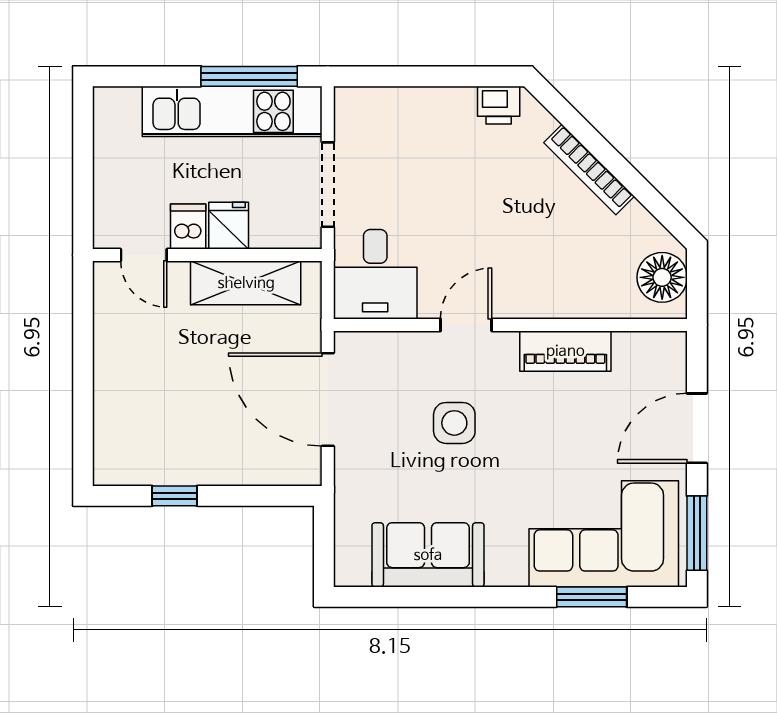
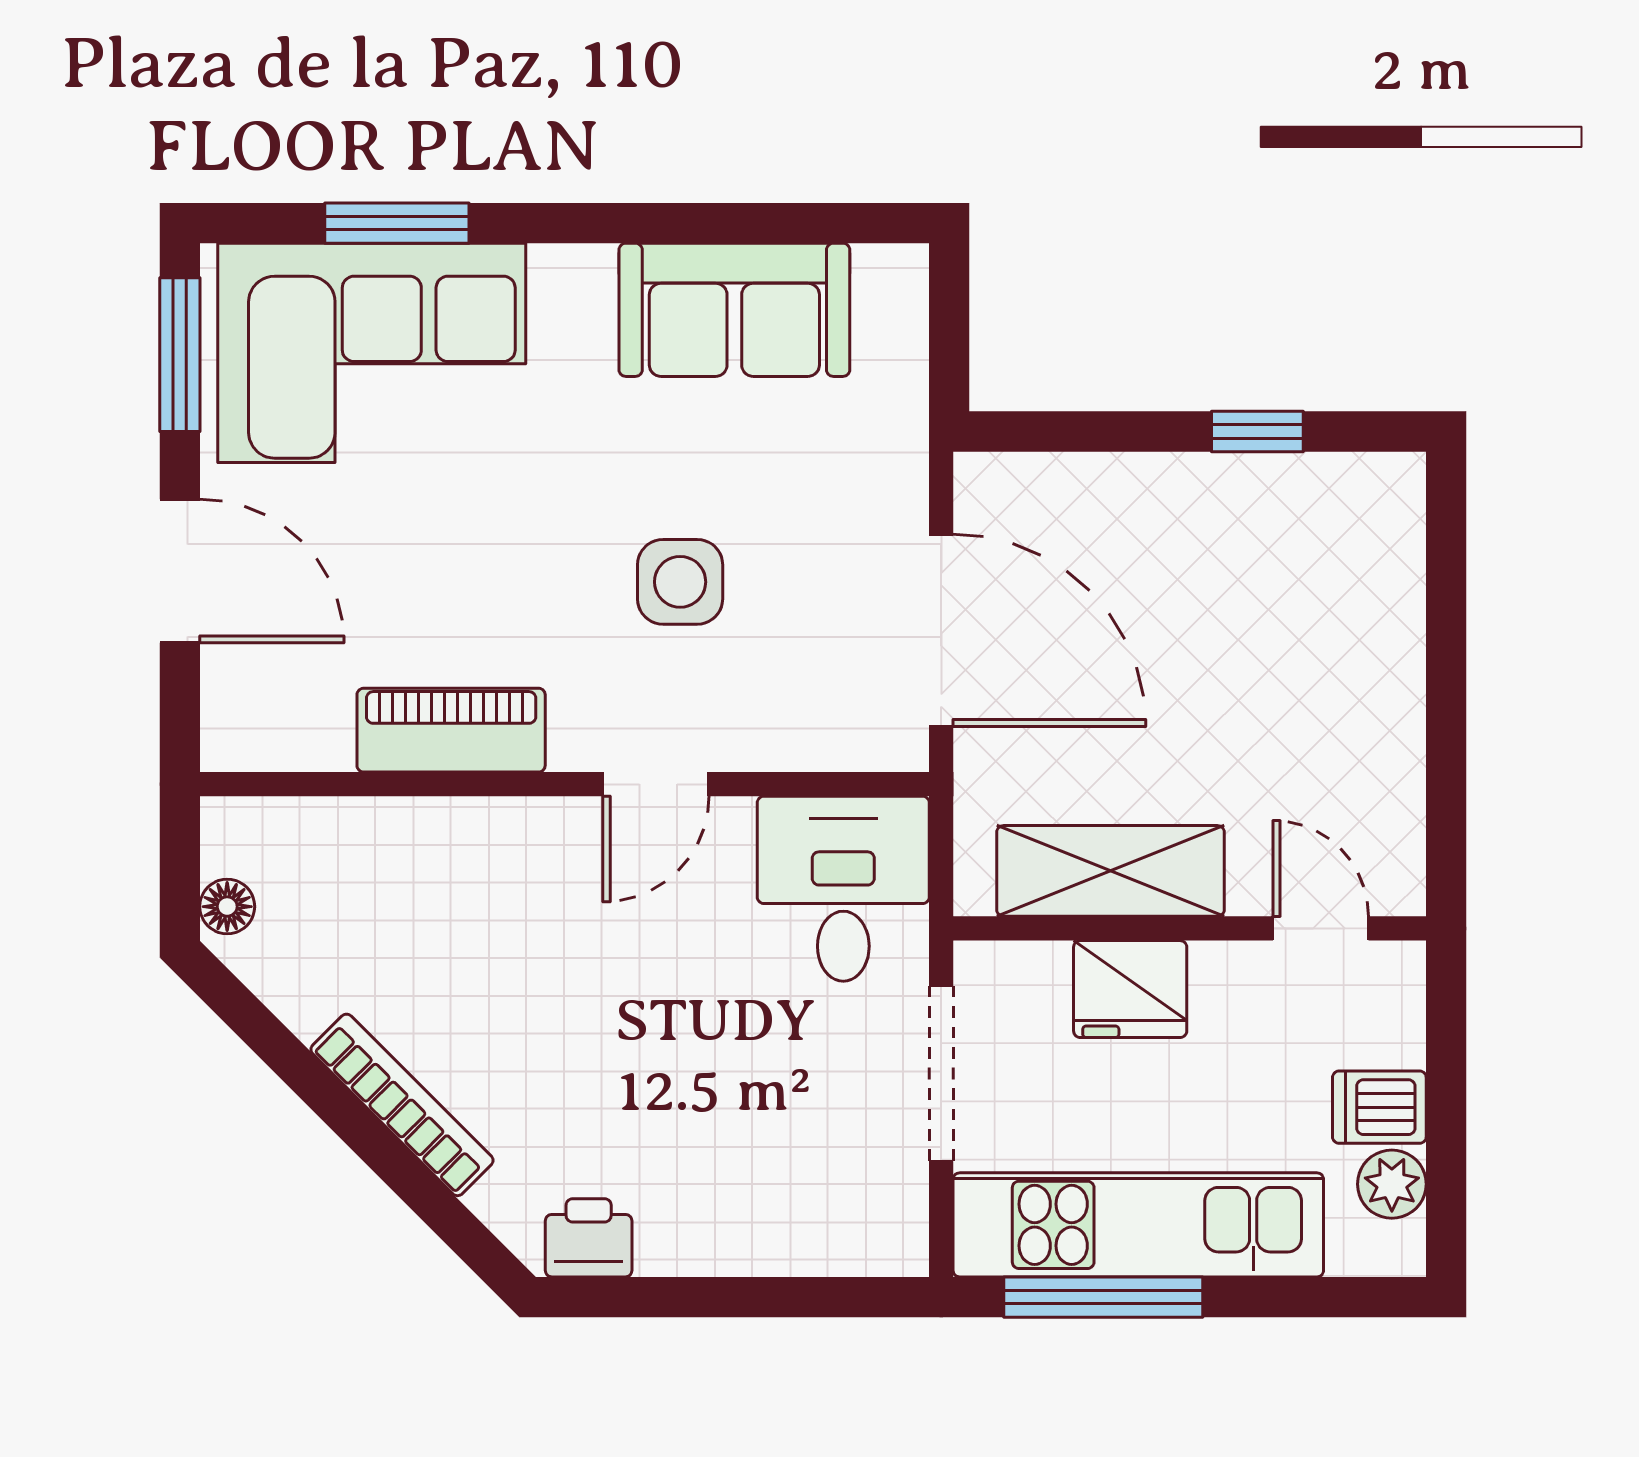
plant: (109, 131) -> (1392, 1184), added
fridge: (229, 226) -> (1130, 989), width x1.38
dishwasher: (188, 227) -> (1379, 1107), moved, turned 90
floor lamp: (662, 277) -> (227, 907), width x0.53, depth x0.53
door: (697, 428) -> (180, 571), hinge flipped

